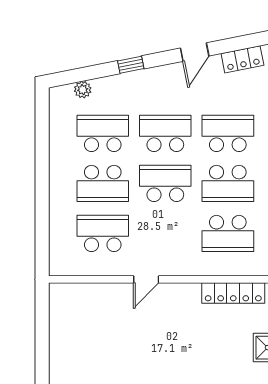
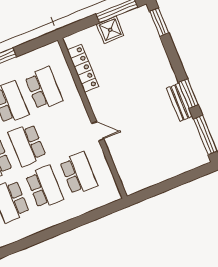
school desk: (103, 233) -> (78, 173), turned 180

